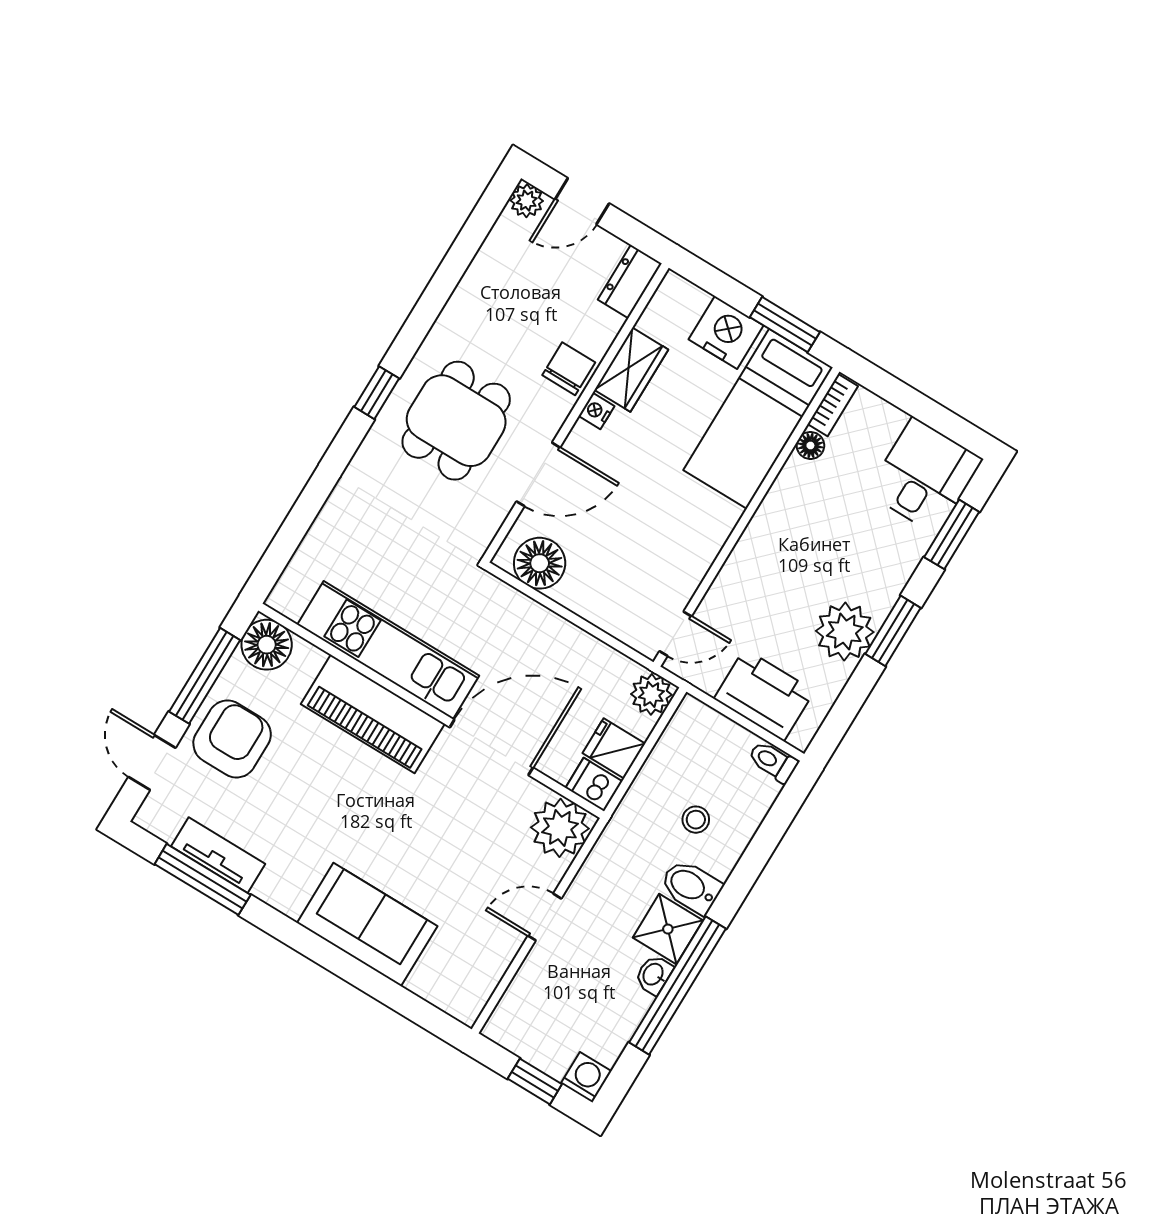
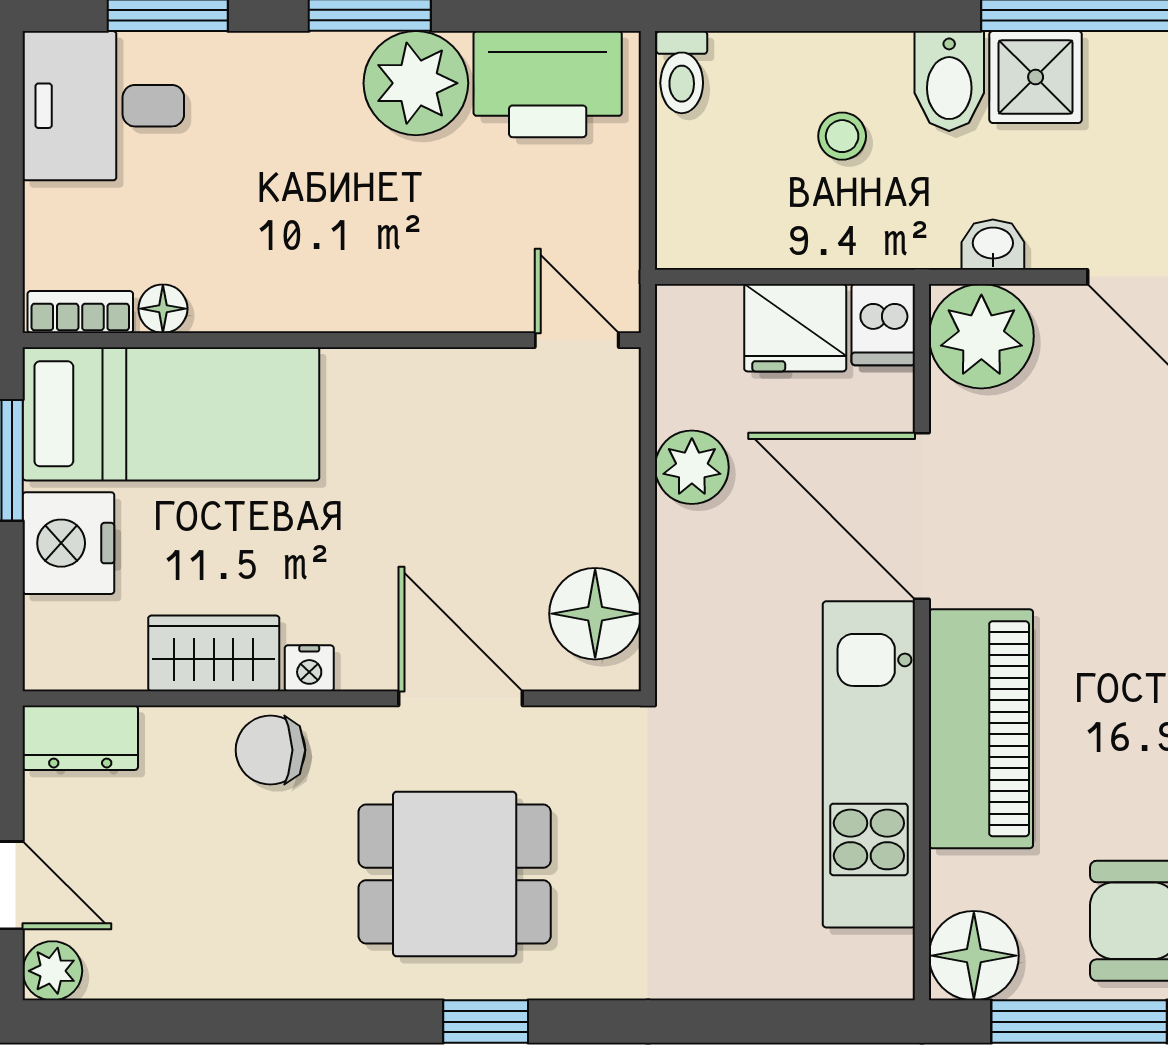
plant: (651, 694) -> (692, 467), moved
printer: (764, 695) -> (548, 84), moved, turned -90
fridge: (614, 748) -> (795, 328), width x1.38
washbasin: (654, 975) -> (993, 245), moved, turned 180

